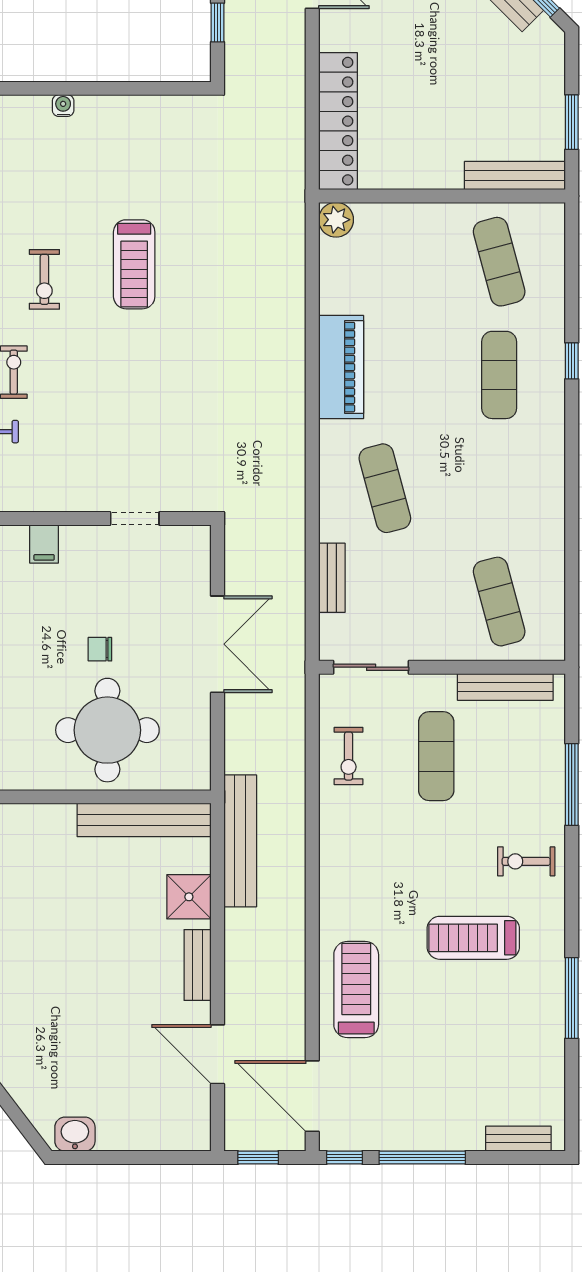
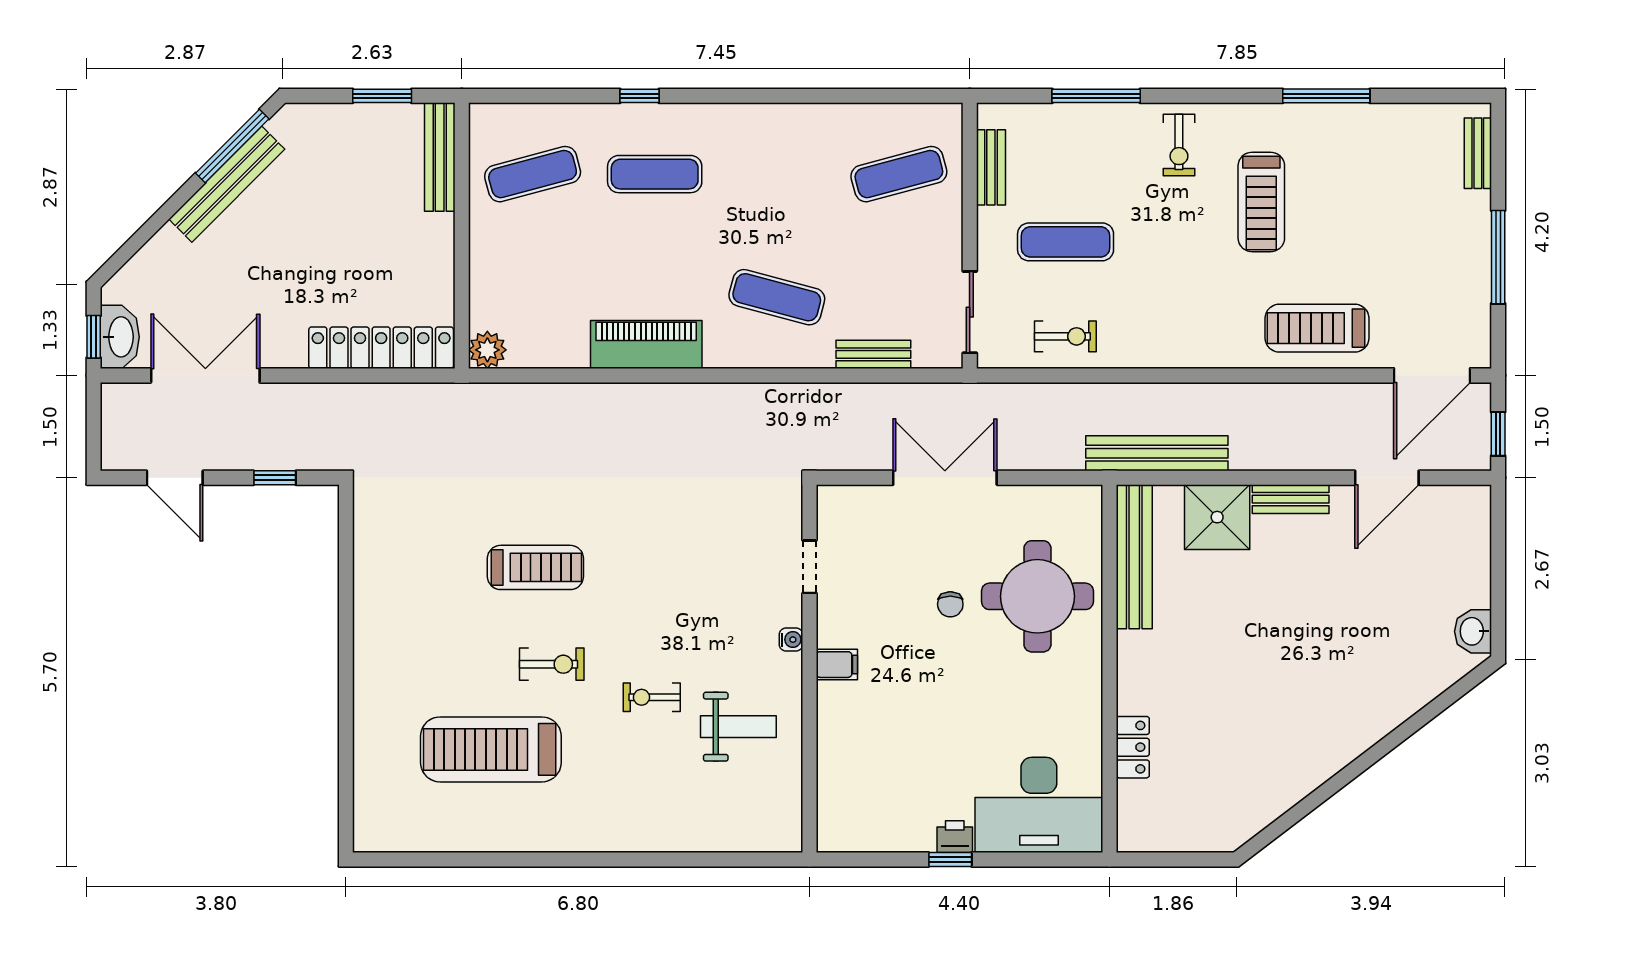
water cooler: (63, 106) -> (791, 640), moved, turned 180
exercise mat: (385, 488) -> (777, 297), turned 30
bench: (505, 687) -> (991, 167), width x0.73
shower: (189, 897) -> (1217, 517), width x1.36, depth x1.36
window: (344, 1157) -> (1498, 341), removed

